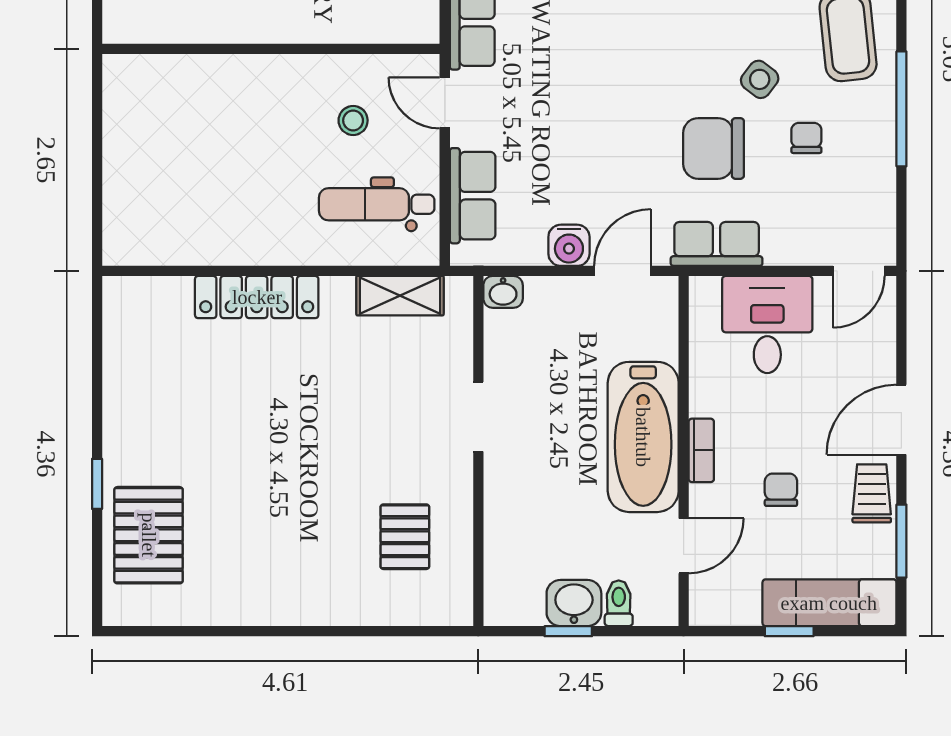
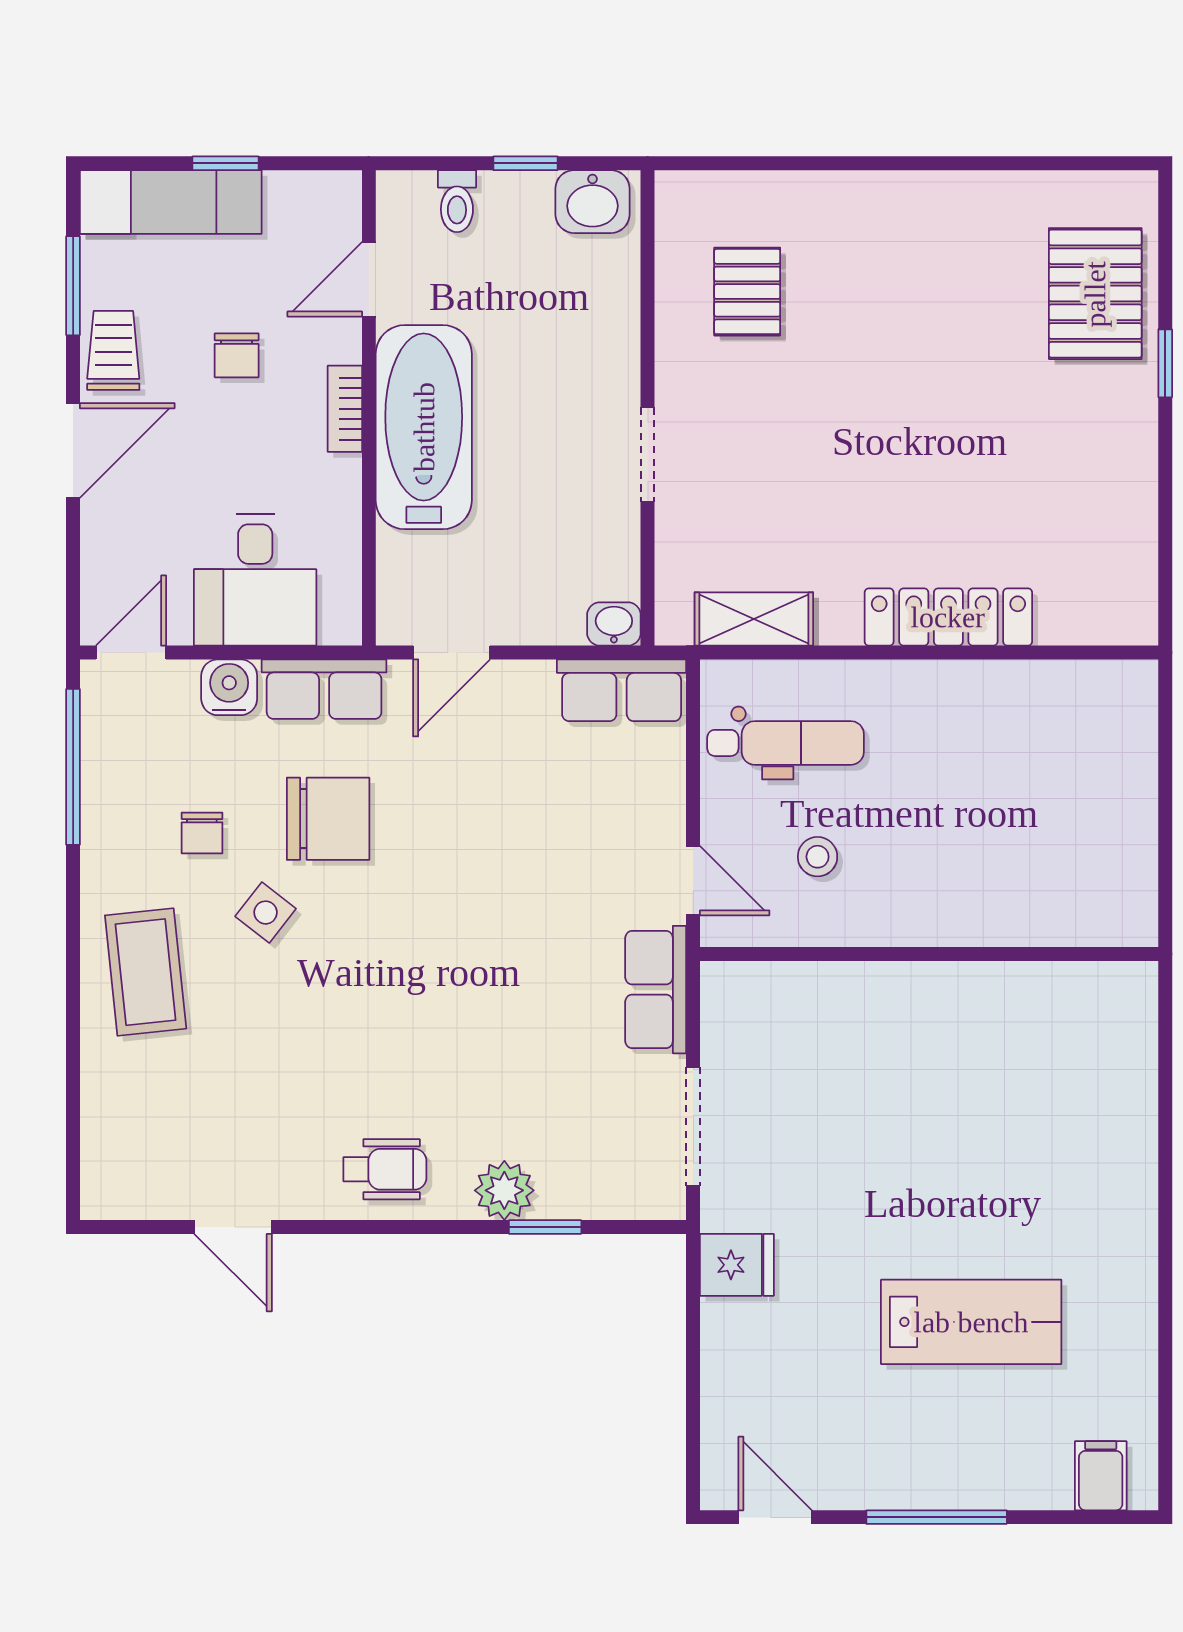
window: (901, 109) -> (73, 767), moved
row of seats: (473, 196) -> (622, 690), moved, turned -90
water cooler: (569, 245) -> (229, 687), moved
trolley: (872, 493) -> (113, 350), turned 180
washbasin: (574, 603) -> (593, 202), moved

